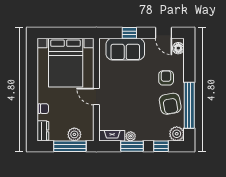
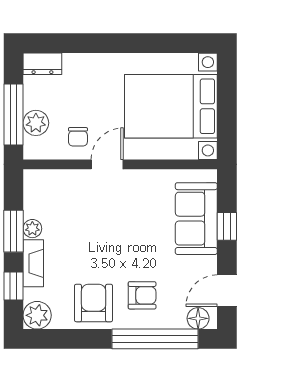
armchair: (170, 104) -> (94, 303), turned 100
window: (189, 105) -> (155, 339), moved
chair: (43, 109) -> (78, 137), moved
fireplace: (112, 136) -> (33, 263), moved

